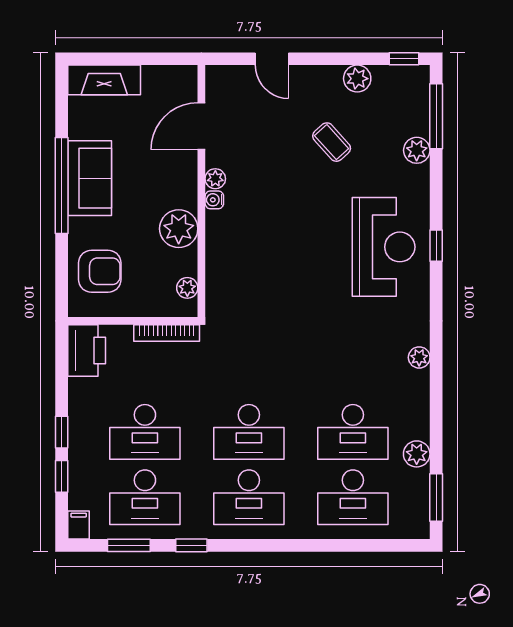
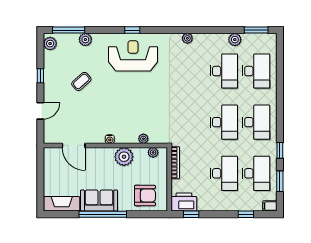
window: (404, 59) -> (40, 76), moved
plant: (357, 79) -> (50, 44), moved
fireplace: (104, 80) -> (62, 204), moved, turned -90
plant: (215, 179) -> (143, 139), moved
armchair: (100, 271) -> (145, 196), turned 90
window: (62, 432) -> (191, 214), moved

